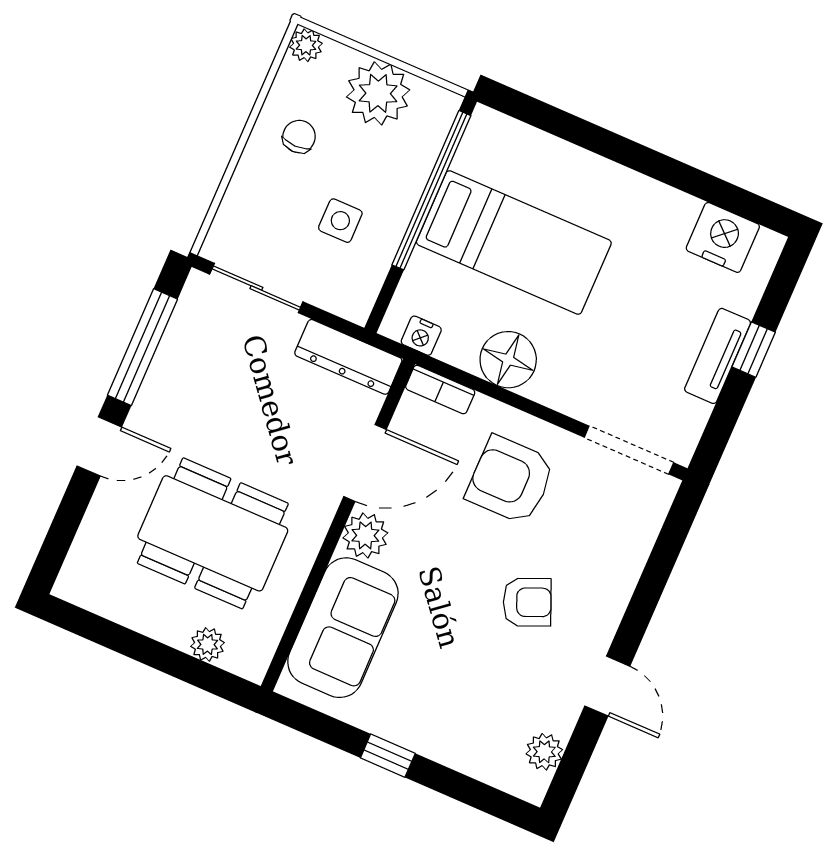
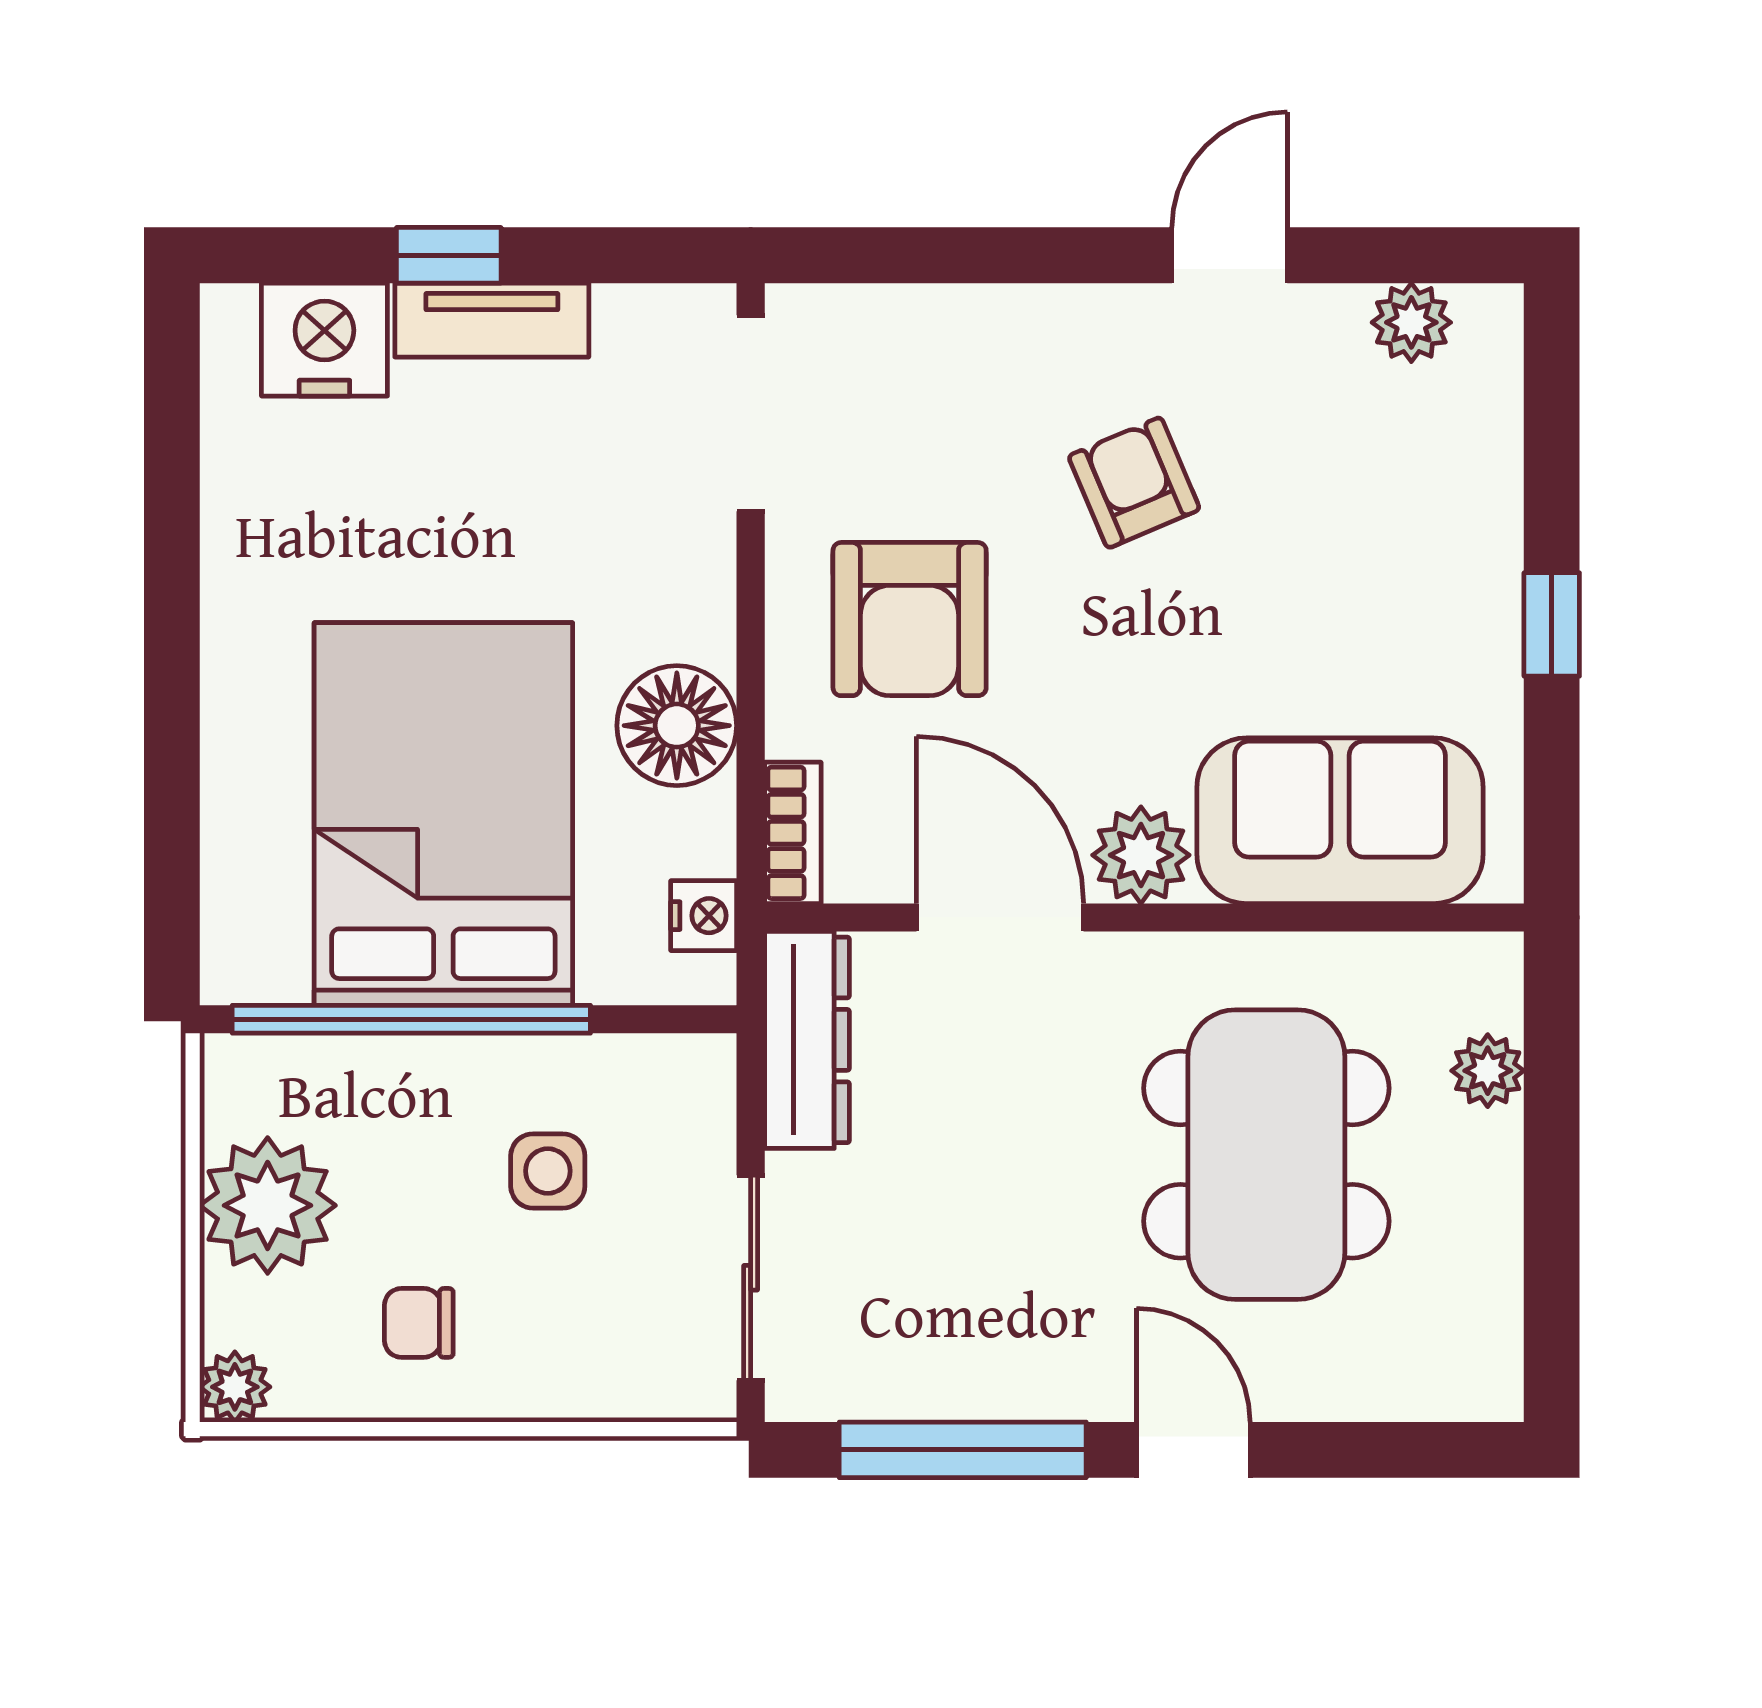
nightstand: (723, 237) -> (324, 340), moved, turned 90
bed: (514, 242) -> (443, 814), width x1.50

